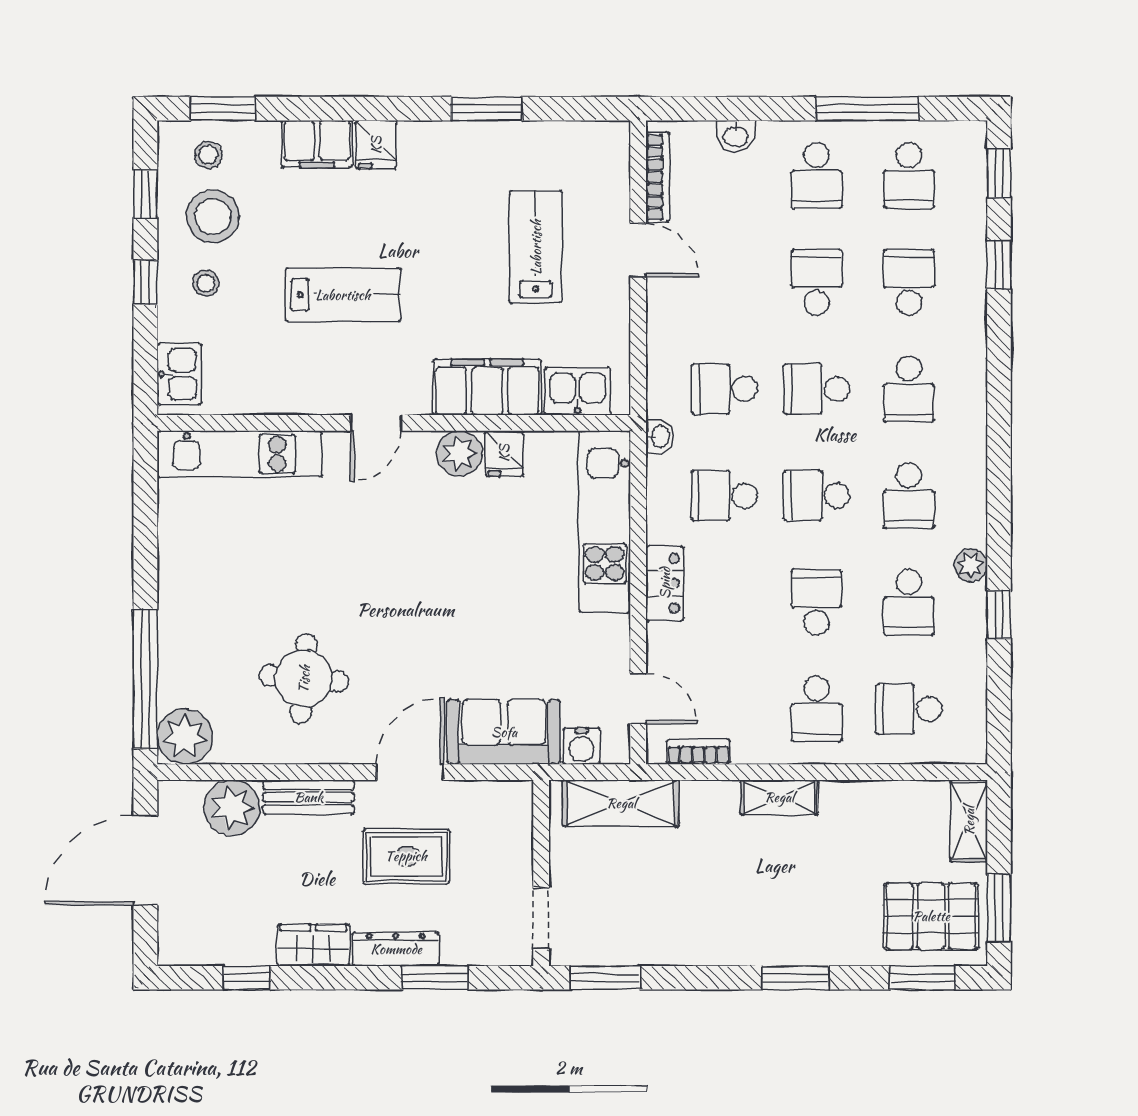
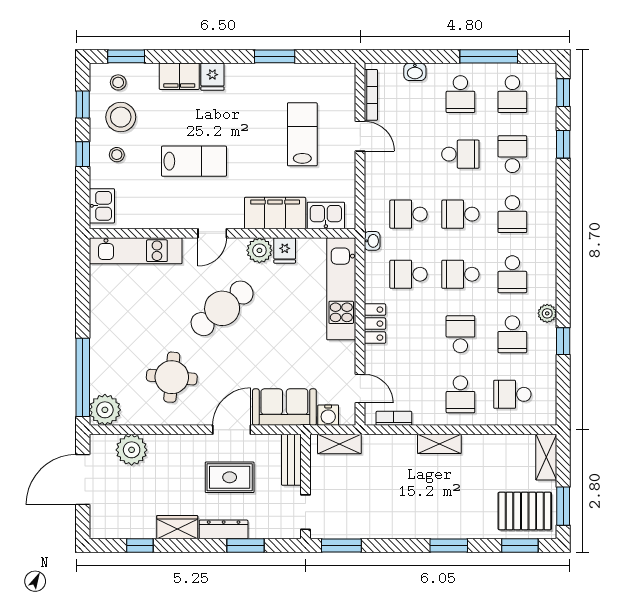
school desk: (817, 282) -> (460, 154), turned 90
cafe table: (393, 556) -> (222, 308), added
bench: (309, 797) -> (291, 460), moved, turned 90
shelving: (621, 803) -> (339, 444), width x0.67, depth x0.75

